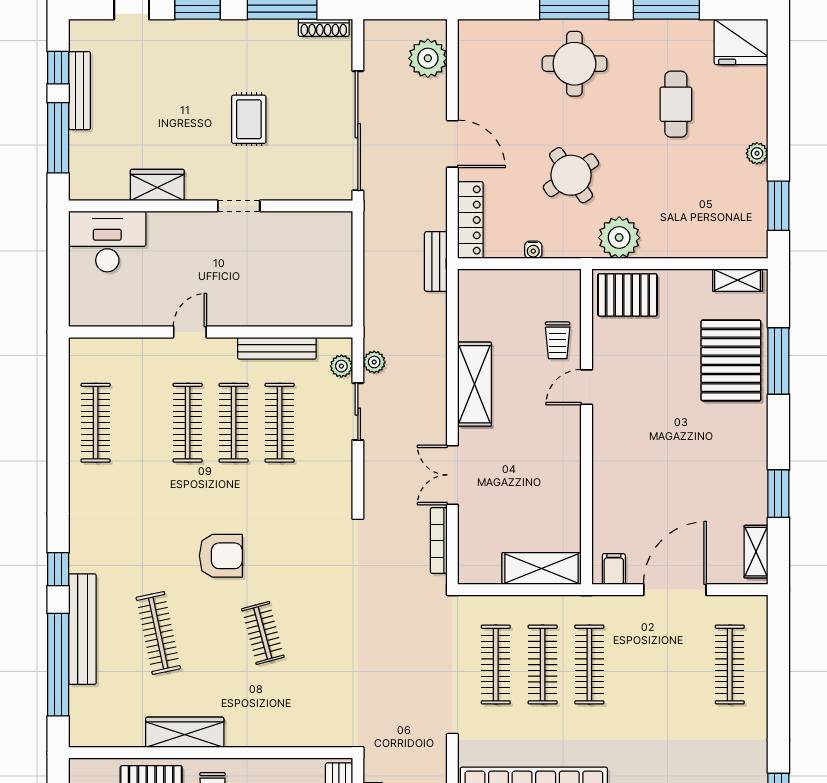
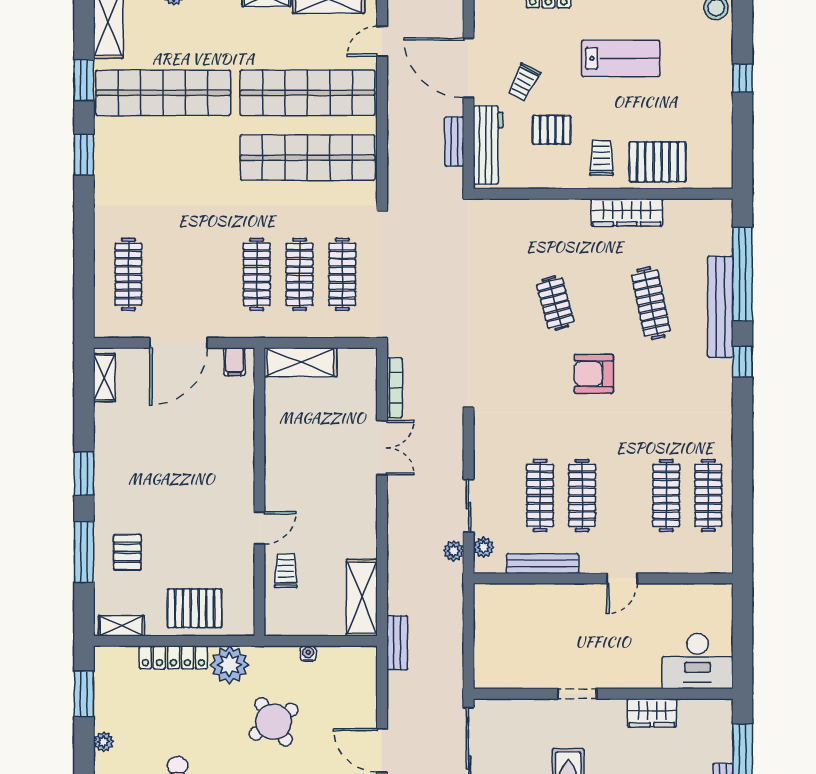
locker: (470, 220) -> (173, 657), moved, turned -90
pallet: (627, 295) -> (195, 608), moved
pallet: (731, 360) -> (127, 552), width x0.49, depth x0.50
shelving: (474, 384) -> (362, 598), moved
clothes rail: (188, 423) -> (666, 495), moved
window: (778, 494) -> (84, 474), moved

